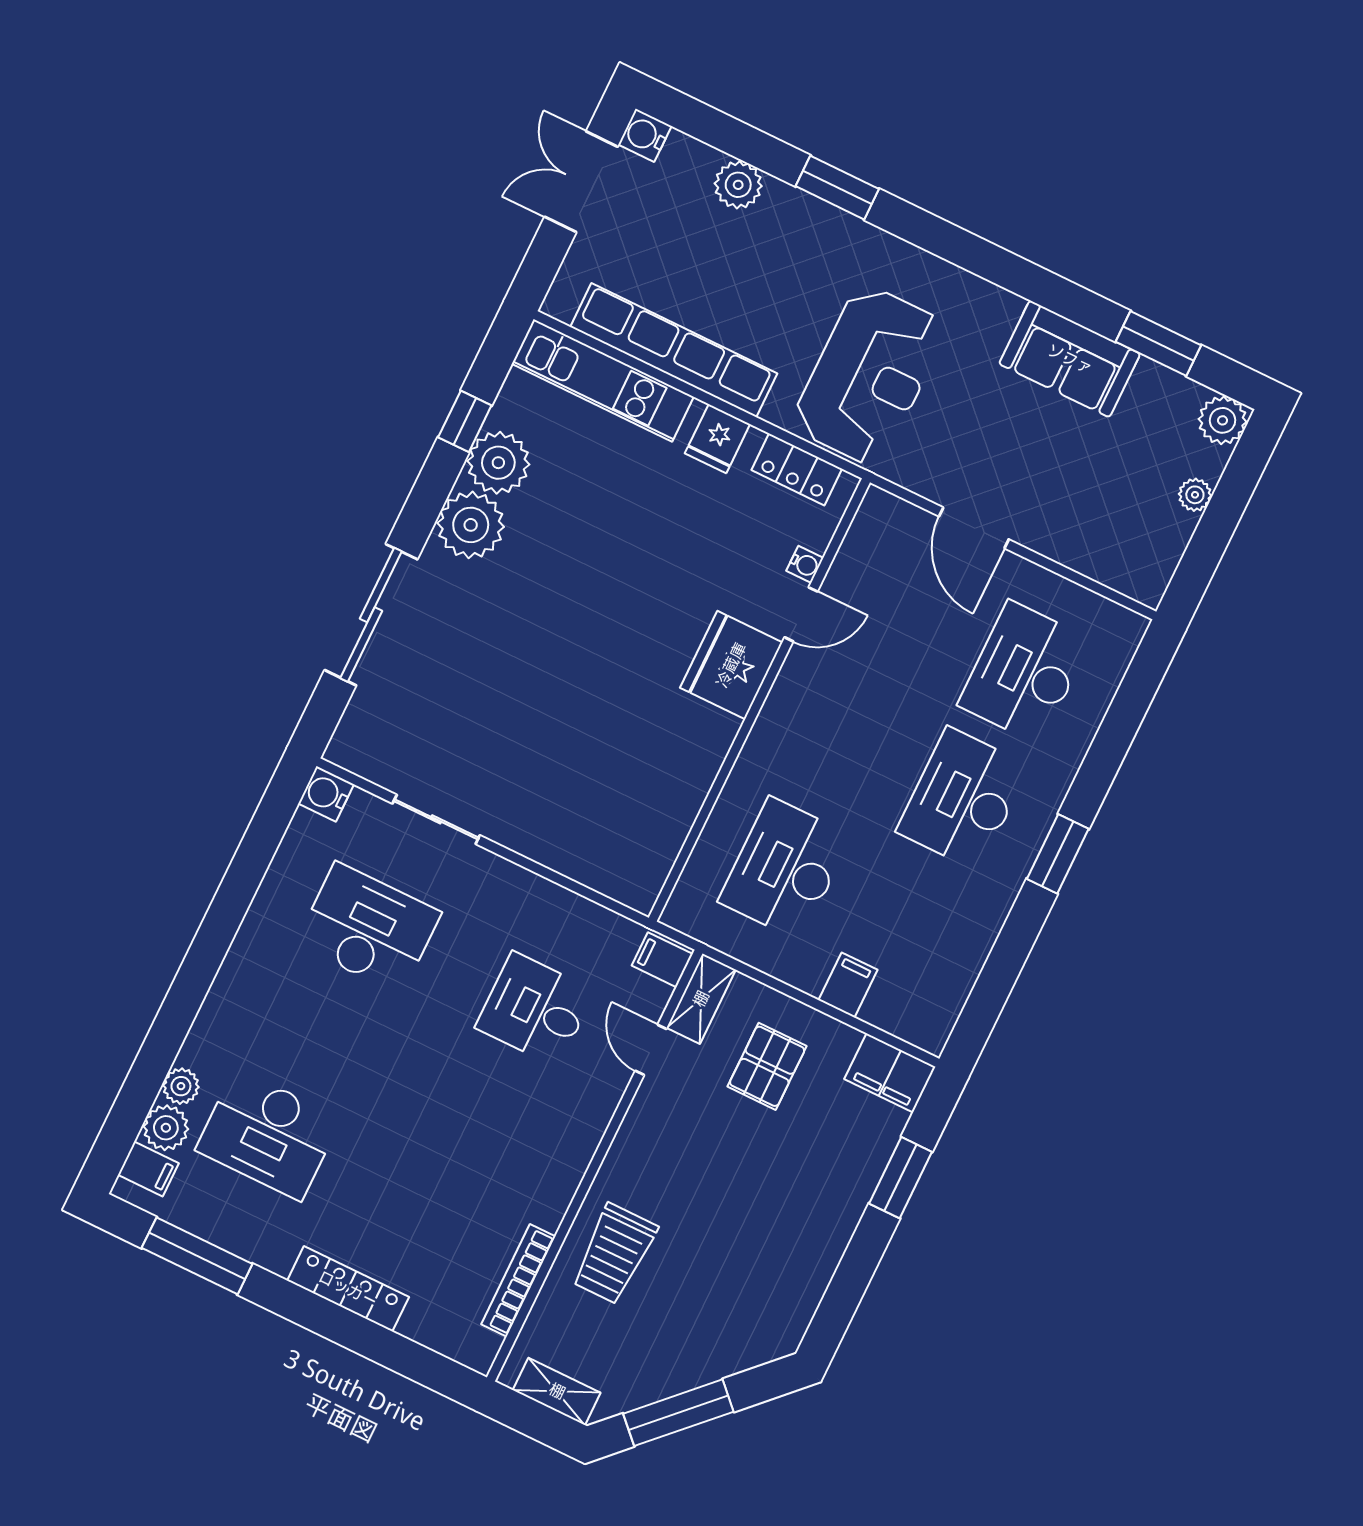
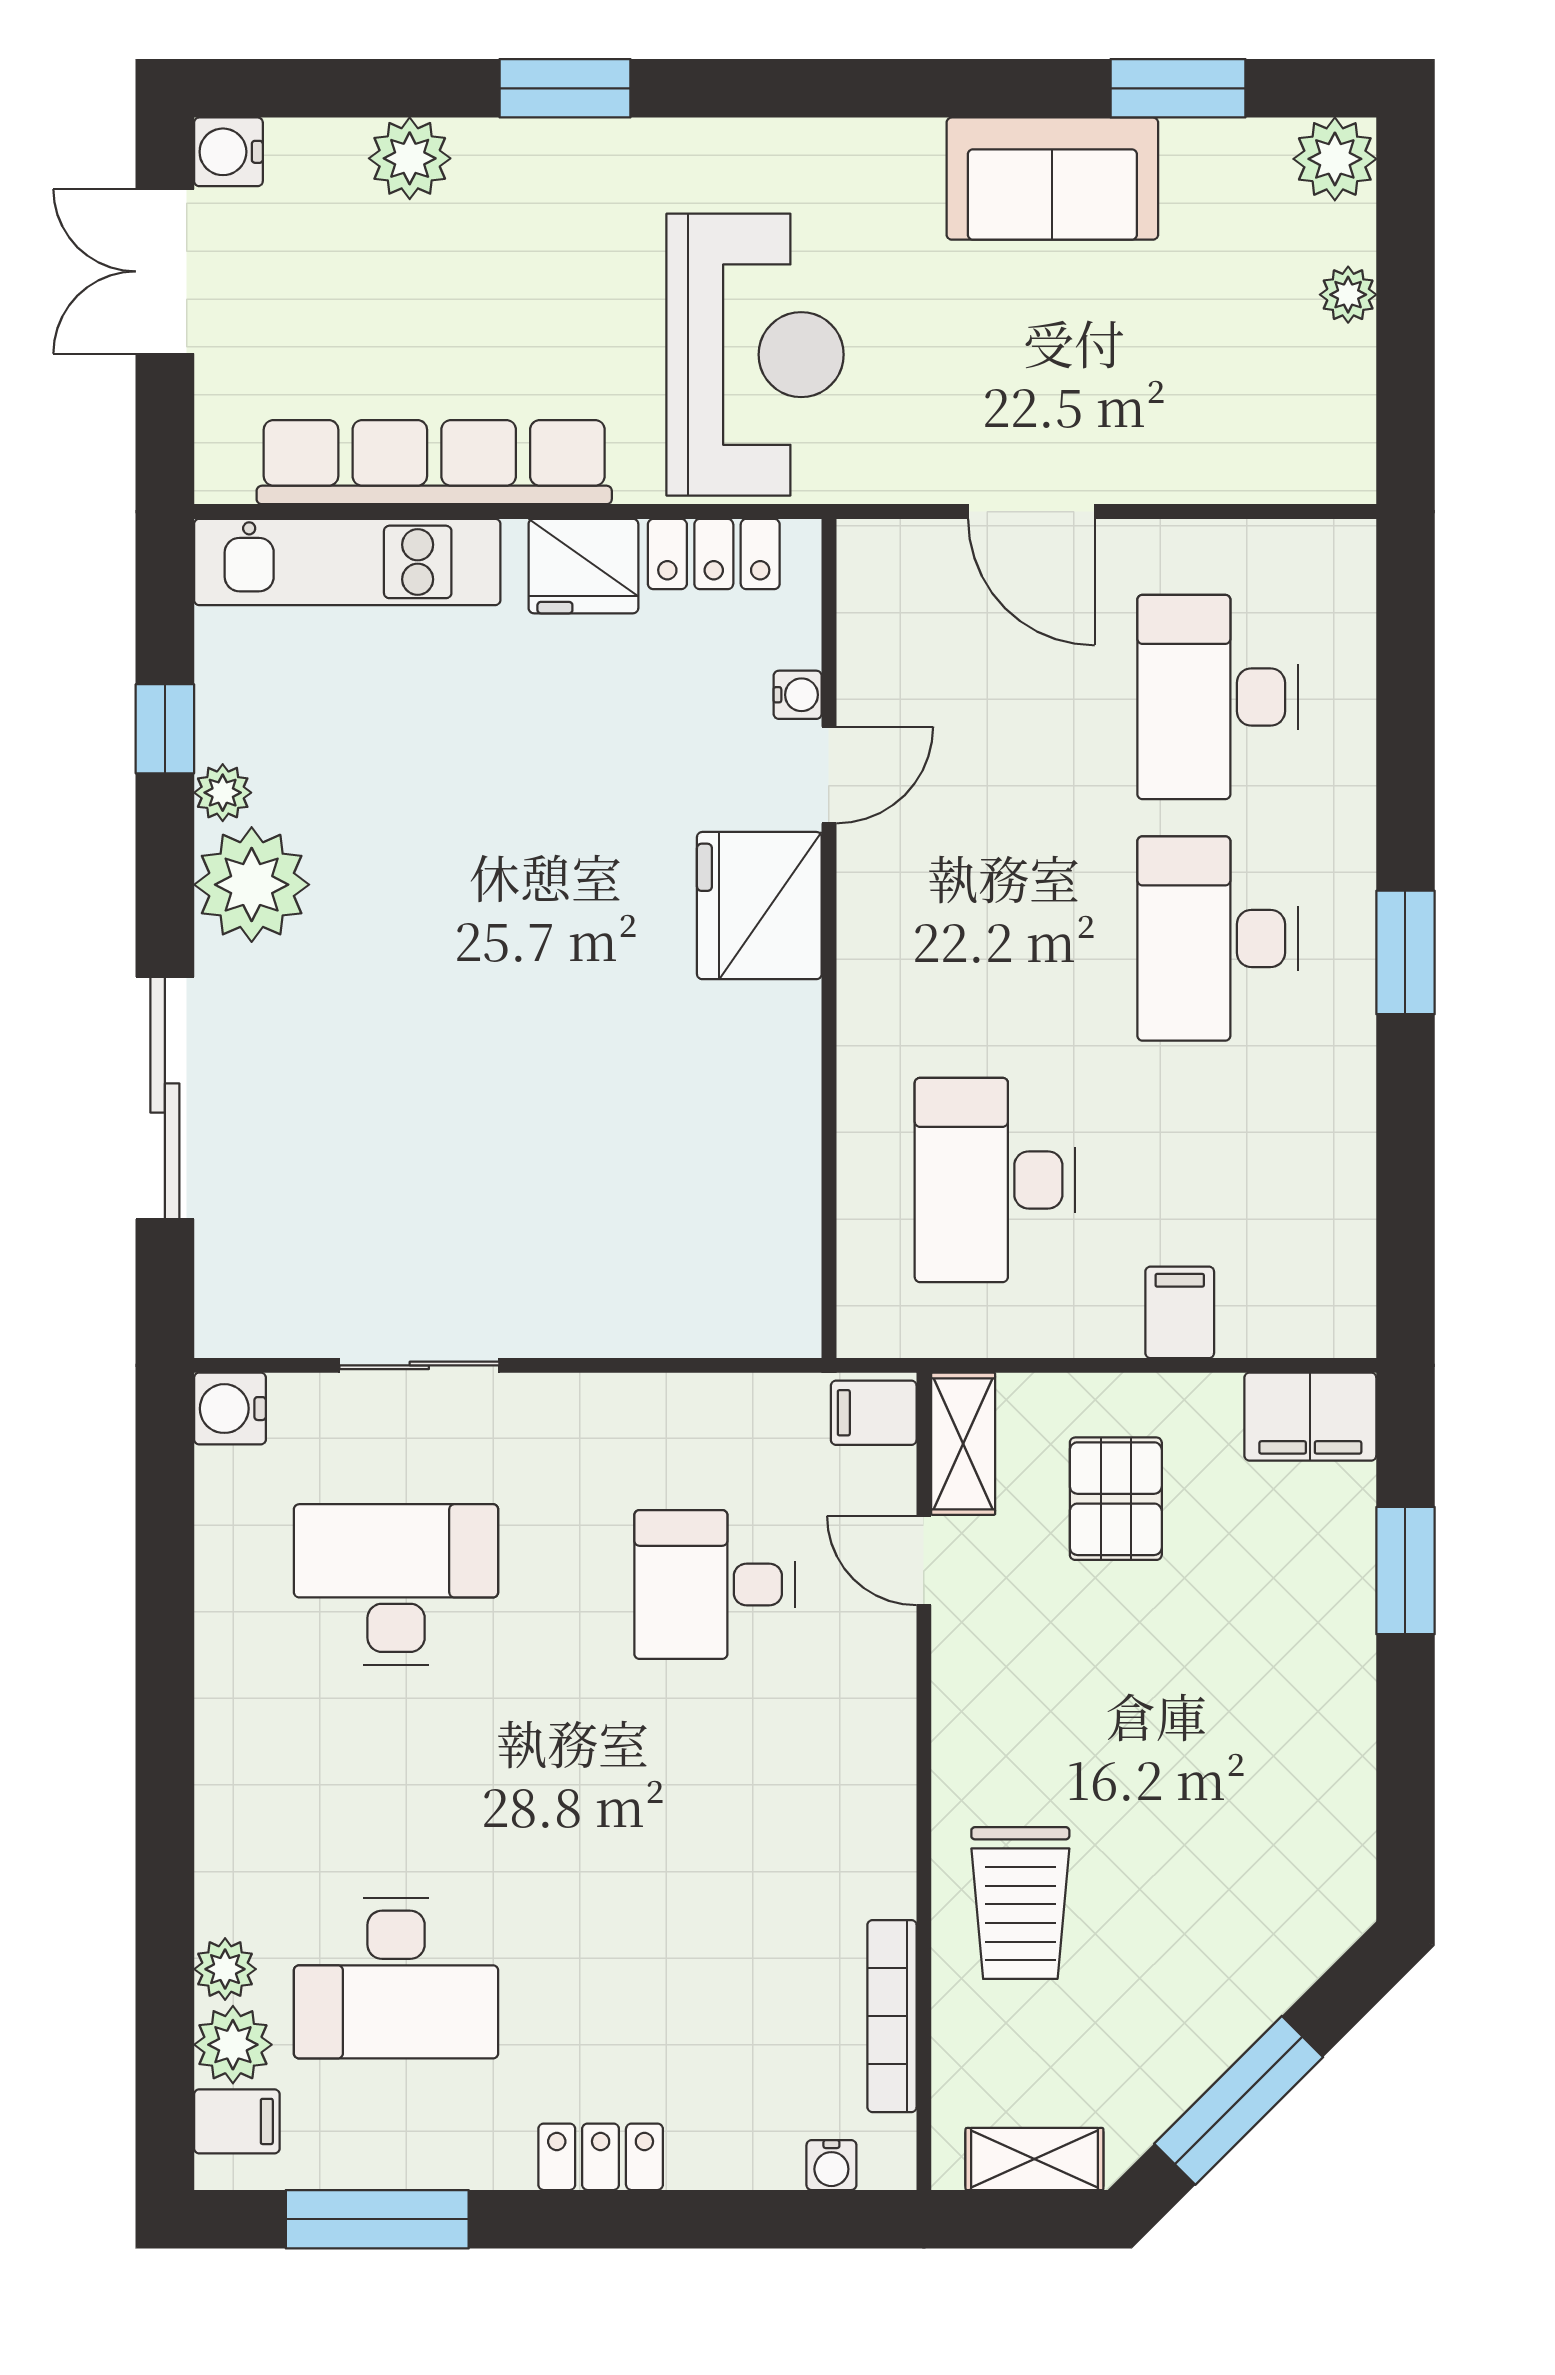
fridge: (717, 439) -> (583, 566), width x1.38
plant: (498, 463) -> (223, 793), width x0.53, depth x0.53
locker: (348, 1289) -> (601, 2157), width x0.66
water cooler: (449, 1343) -> (831, 2165), added

